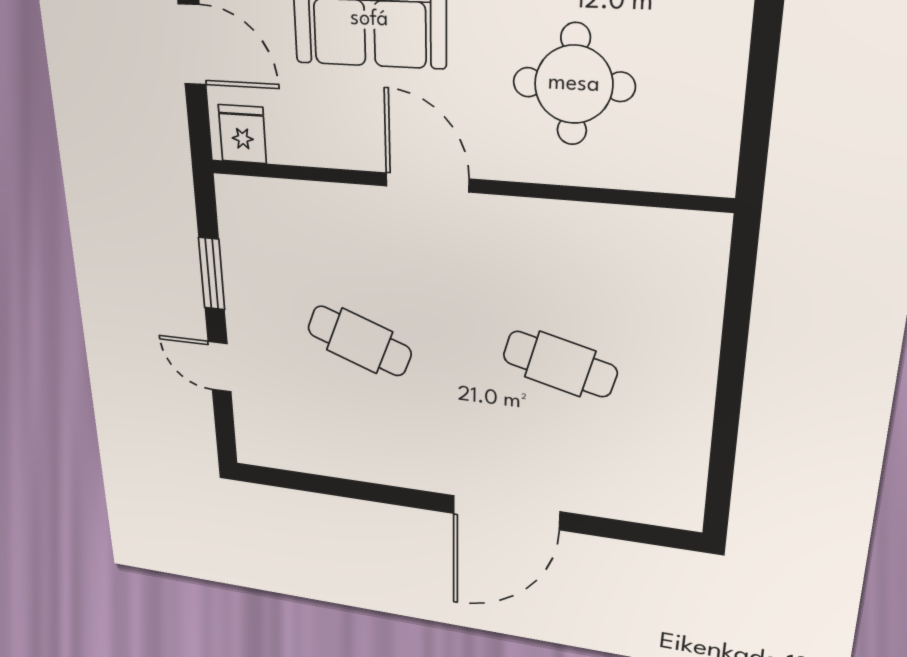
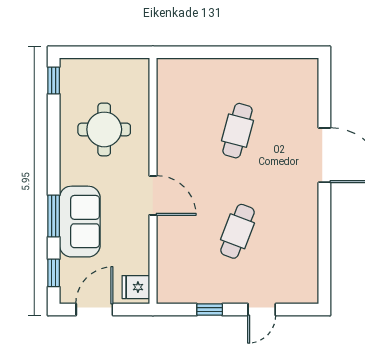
door: (427, 182) -> (153, 195), swing flipped
window: (212, 274) -> (210, 310), width x0.67

